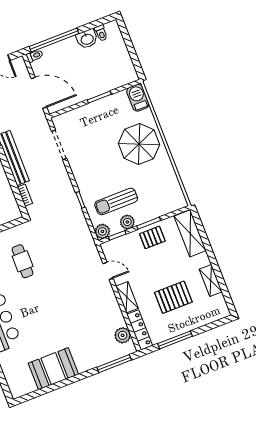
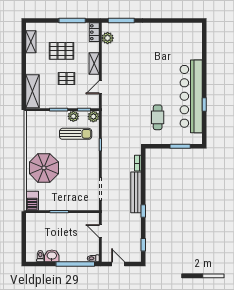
door: (39, 93) -> (100, 231), width x0.53
pallet: (152, 237) -> (66, 79), moved
door: (108, 271) -> (100, 87), hinge flipped
shelving: (211, 281) -> (31, 42), moved
locker: (140, 330) -> (94, 32), width x0.66
booth: (53, 369) -> (165, 33), removed

